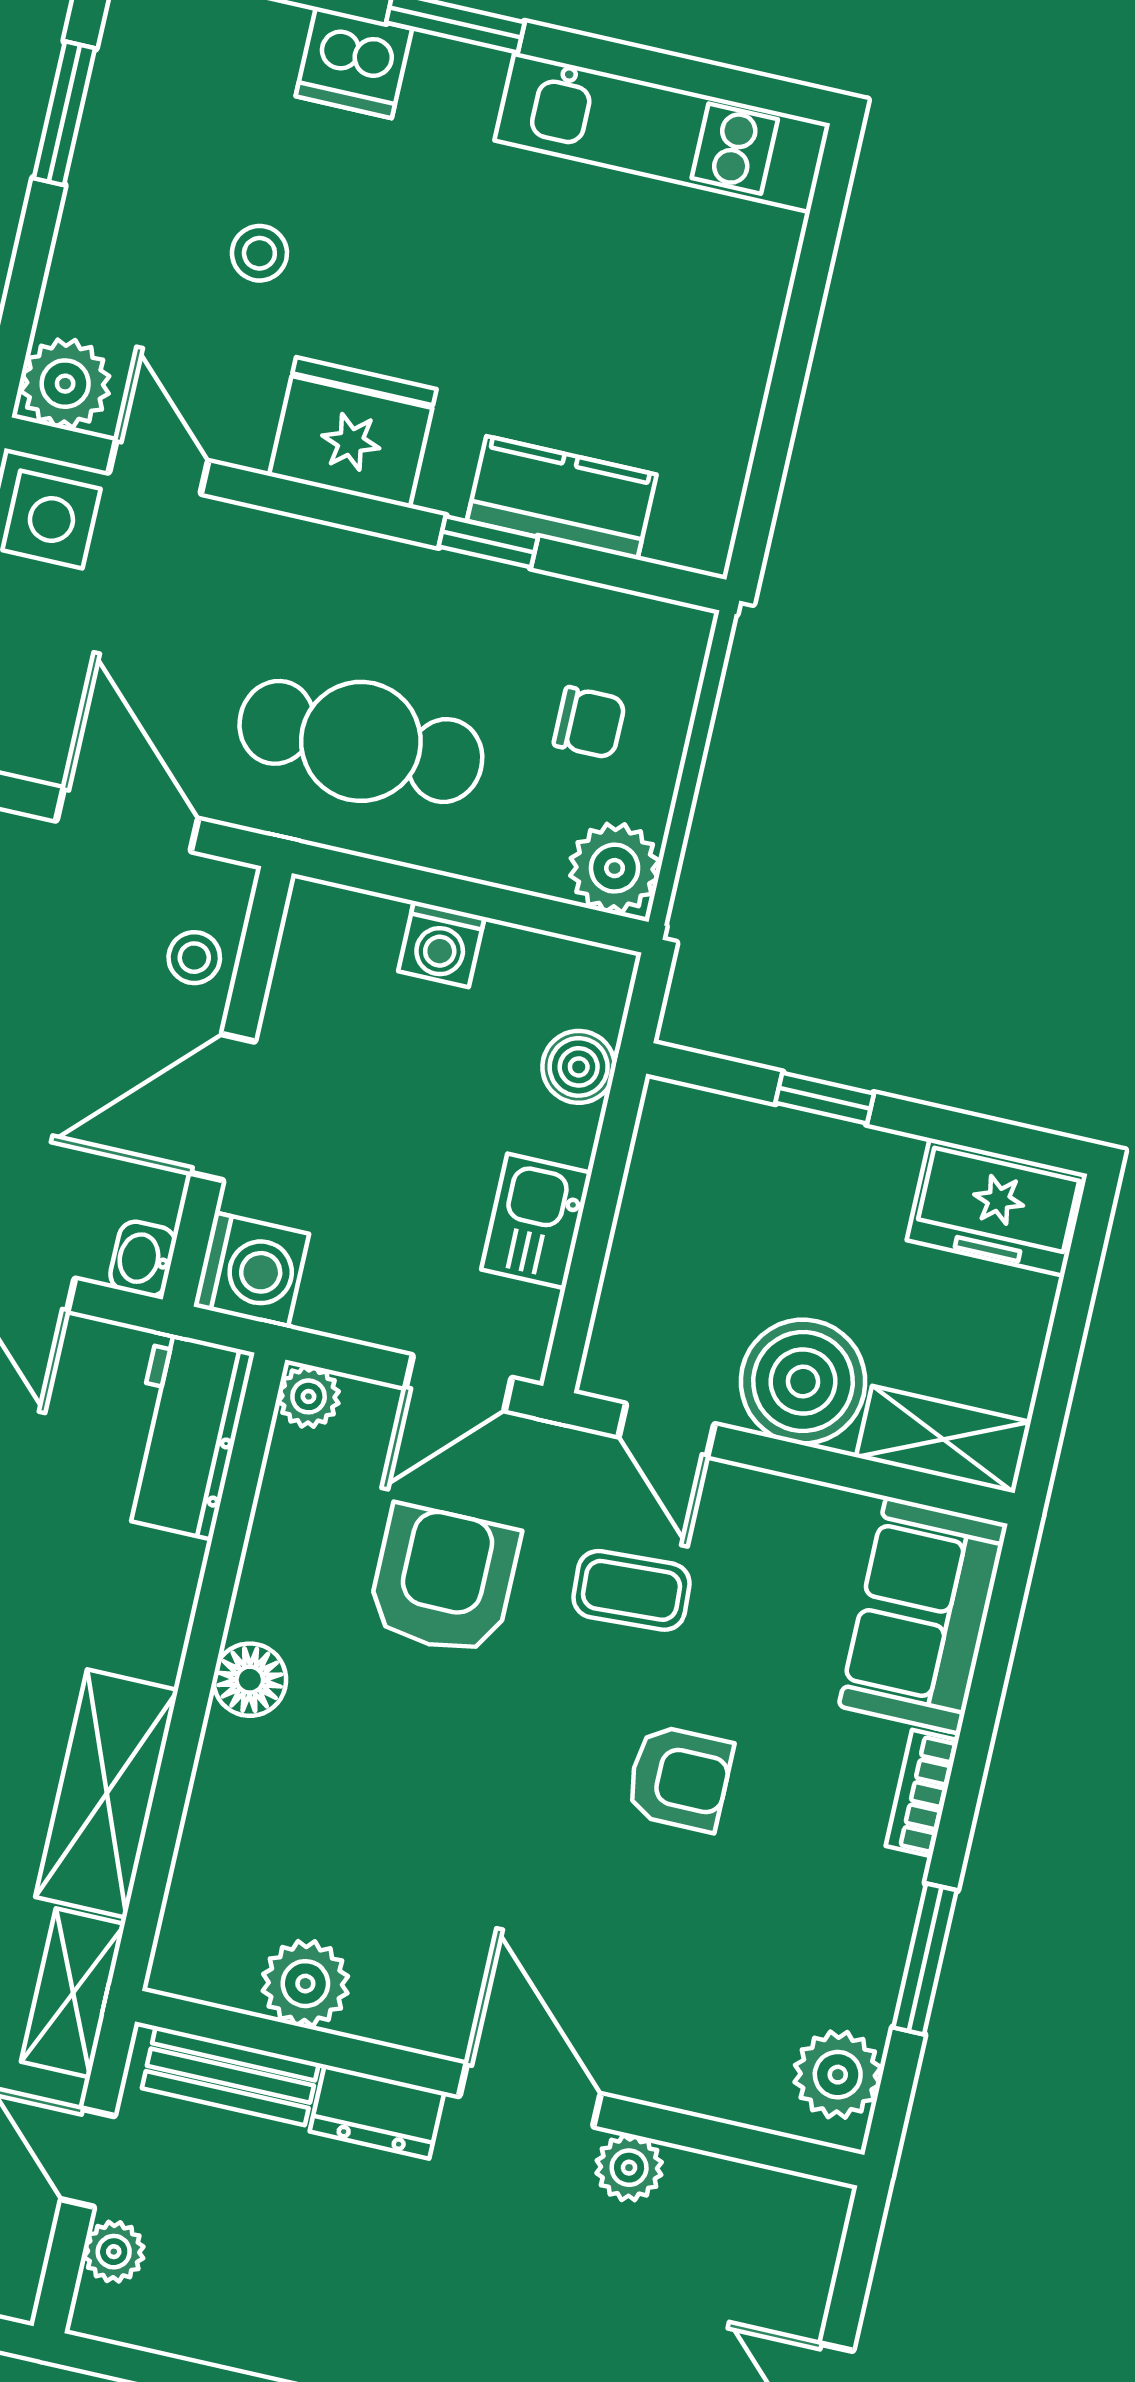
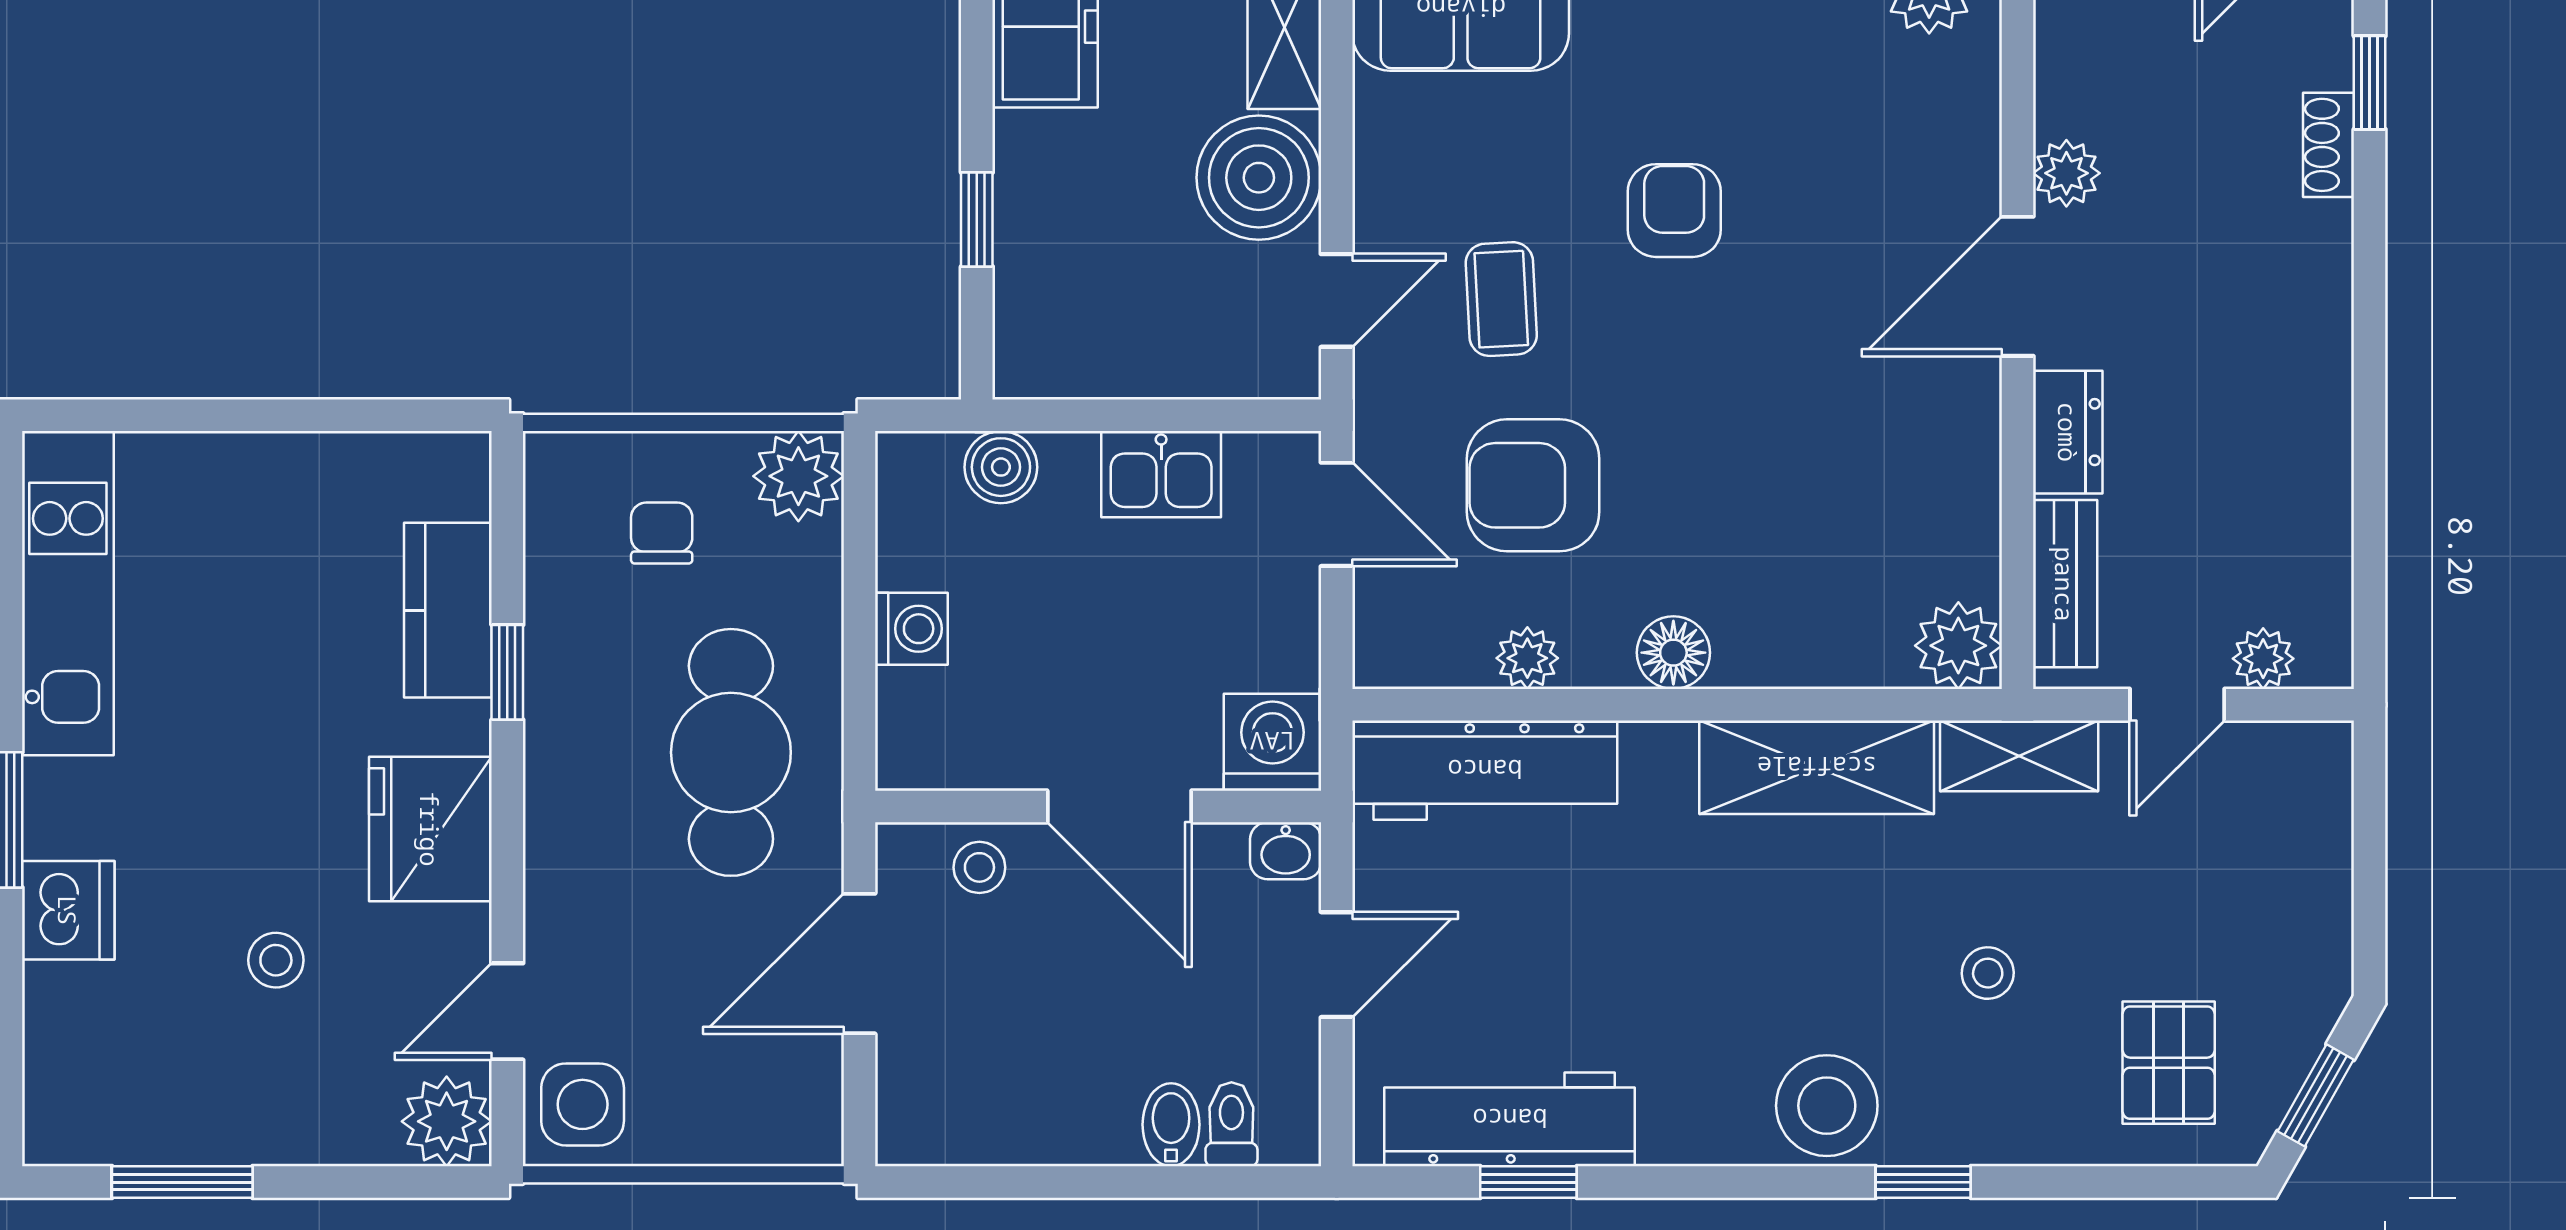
plant: (309, 1396) -> (1527, 658), moved
workbench: (185, 1435) -> (1485, 770), width x1.38
plant: (305, 1984) -> (1958, 646), moved

